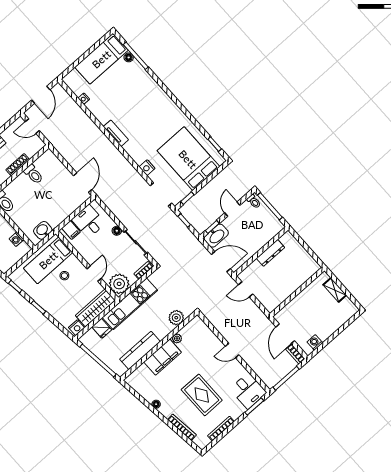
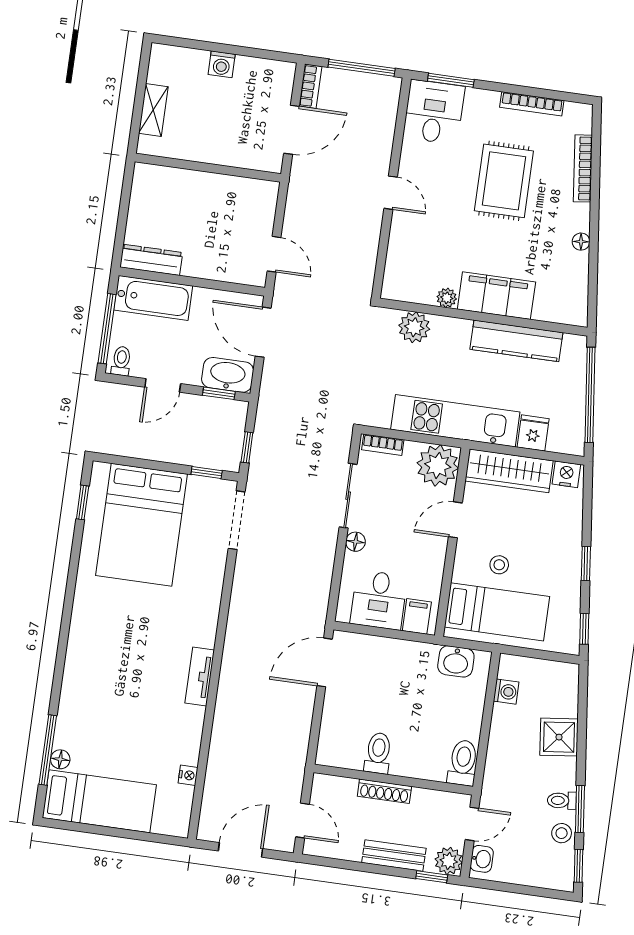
nightstand: (147, 168) -> (213, 579), removed
bathtub: (267, 232) -> (153, 298), added
dresser: (270, 253) -> (151, 260), moved
washing machine: (315, 342) -> (222, 64), moved

